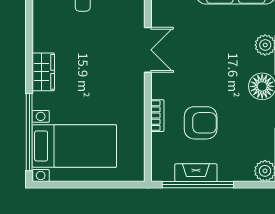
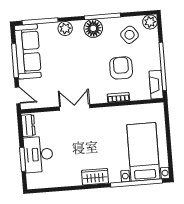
side table: (248, 139) -> (130, 35), added
fireplace: (196, 173) -> (156, 85), moved

